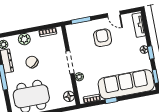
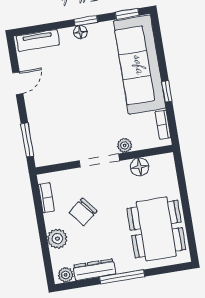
armchair: (103, 38) -> (58, 103), removed
chair: (32, 62) -> (83, 212), moved
floor lamp: (69, 96) -> (140, 167), moved

